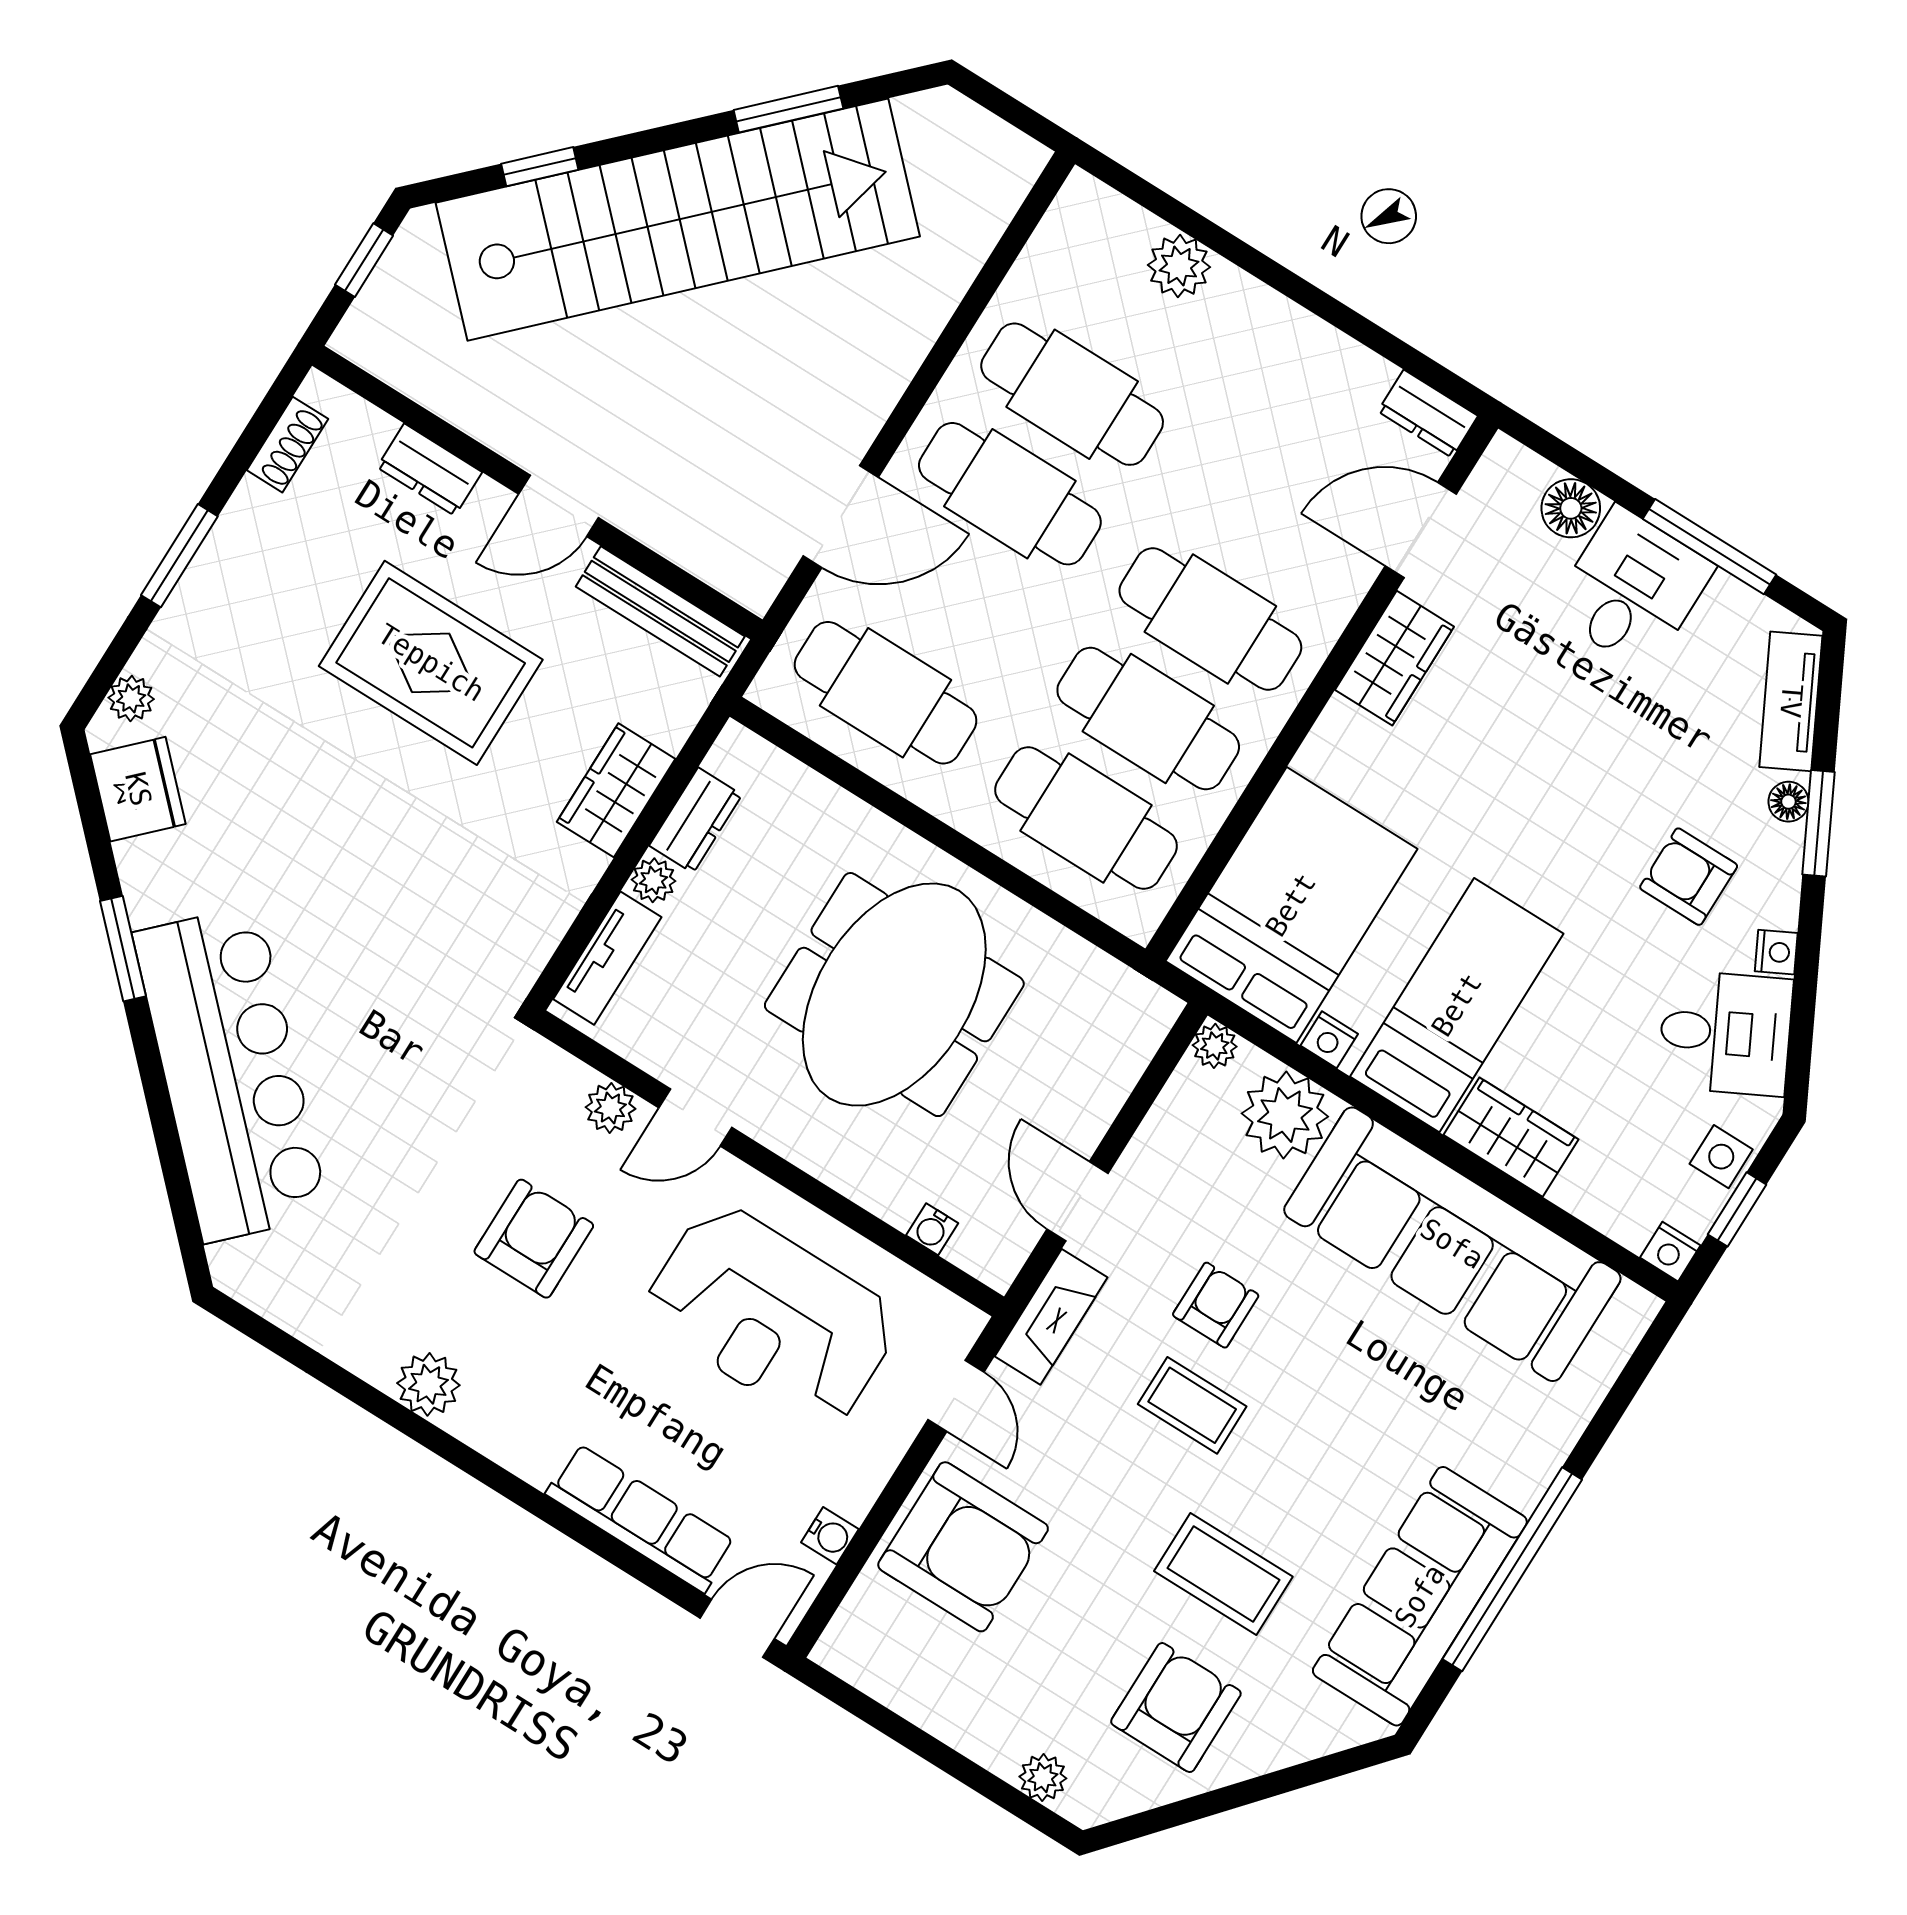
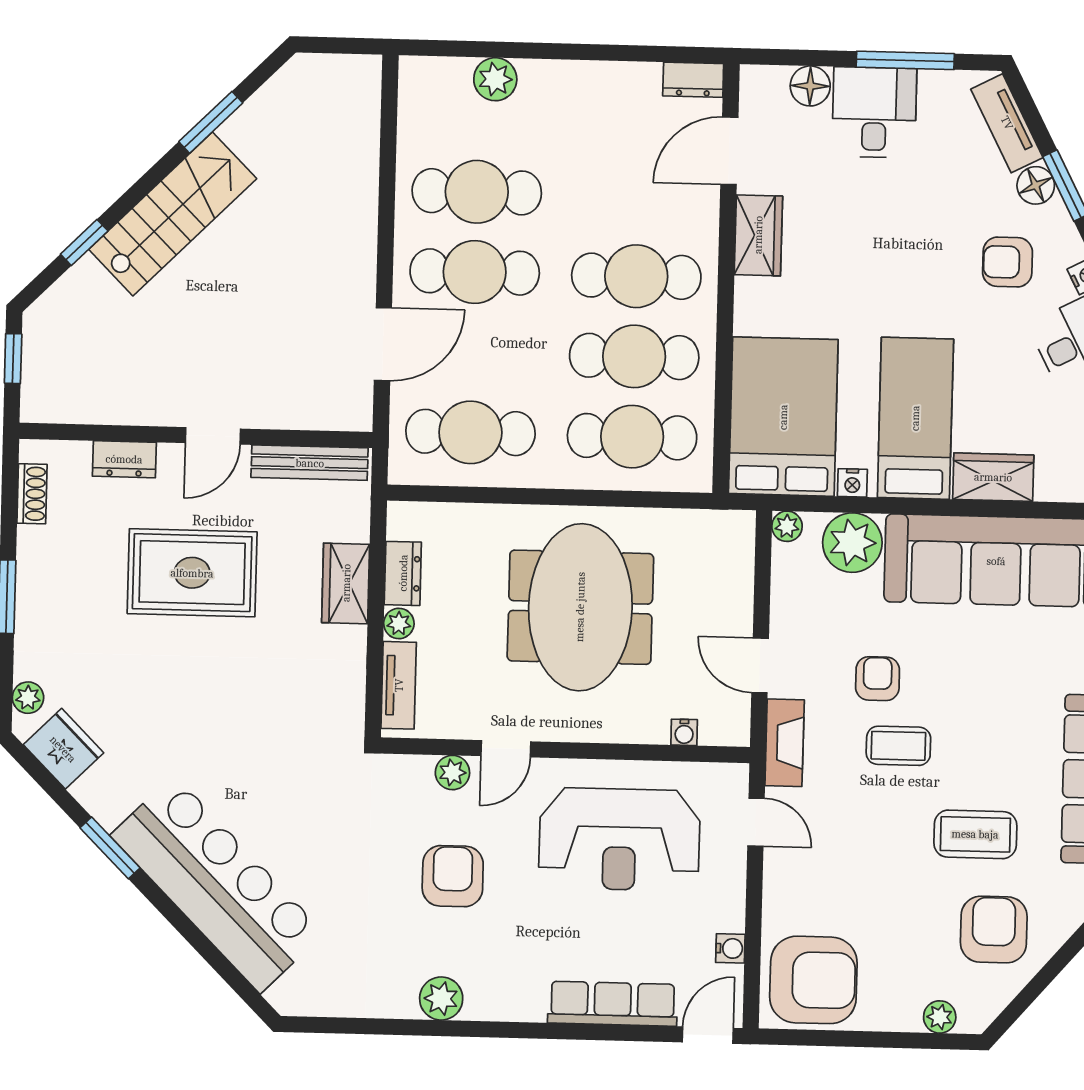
stairs: (678, 220) -> (173, 214), width x0.54, depth x0.66
floor lamp: (1788, 802) -> (1036, 185), width x1.37, depth x1.37
armchair: (963, 1547) -> (813, 980), moved

